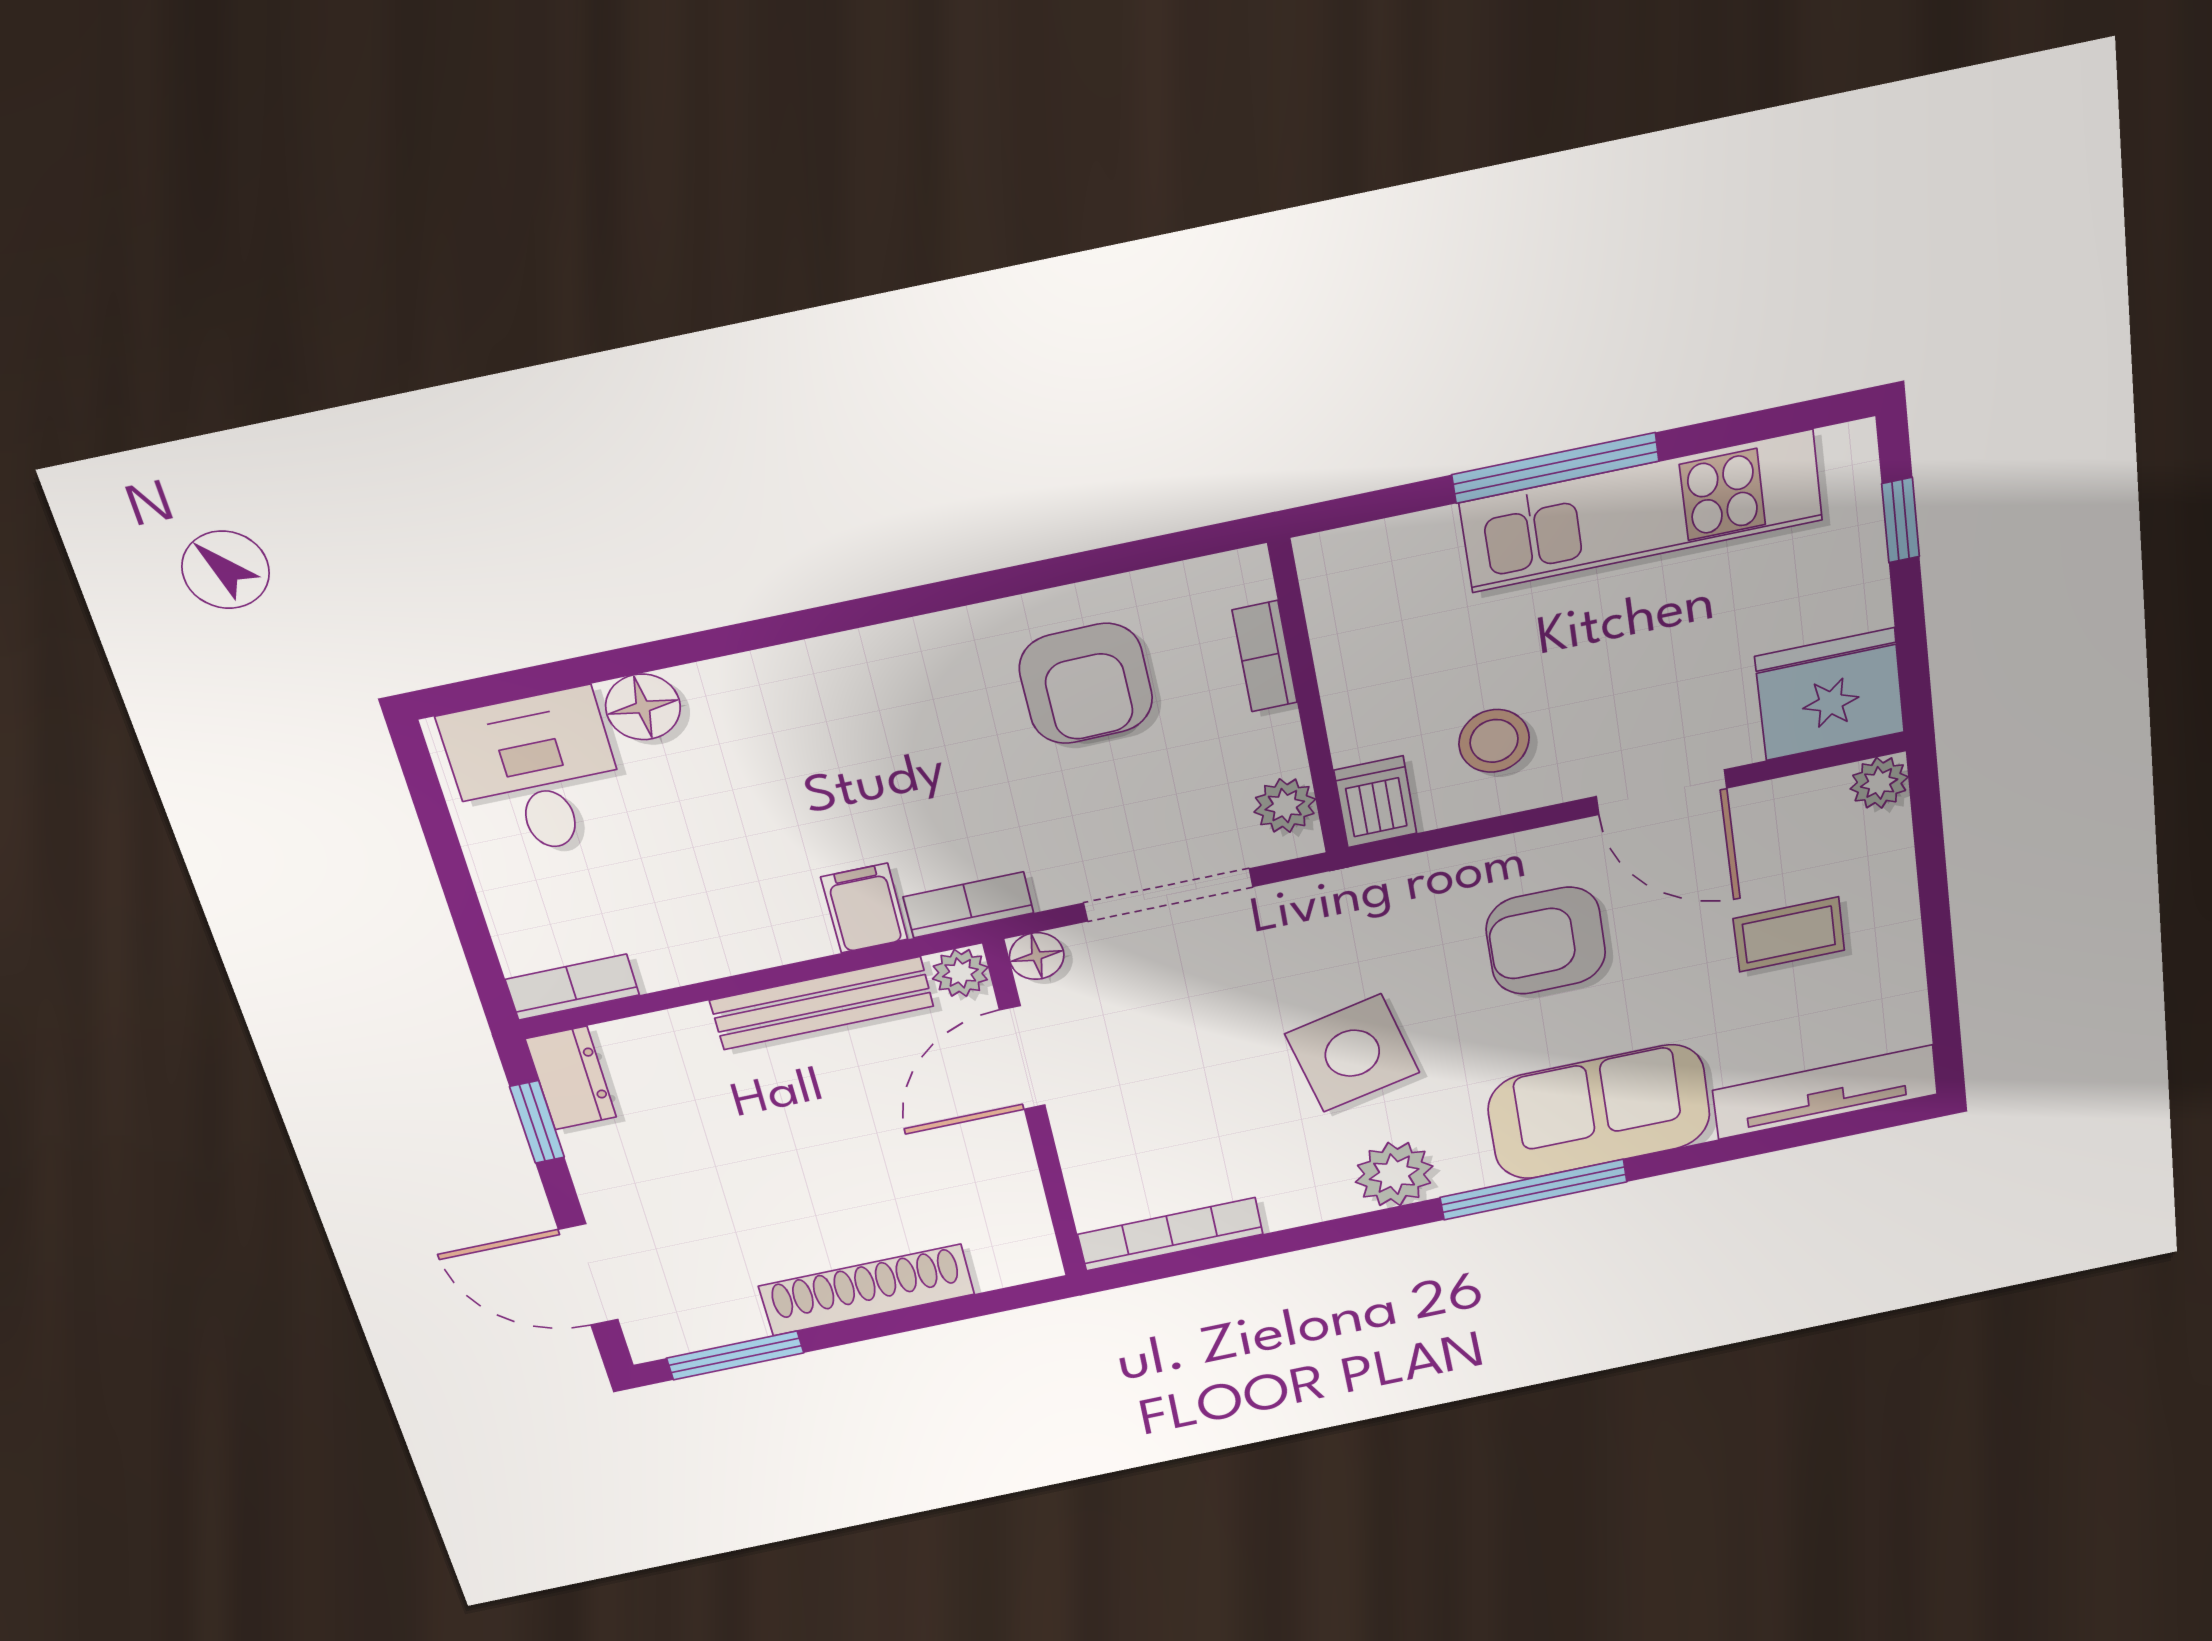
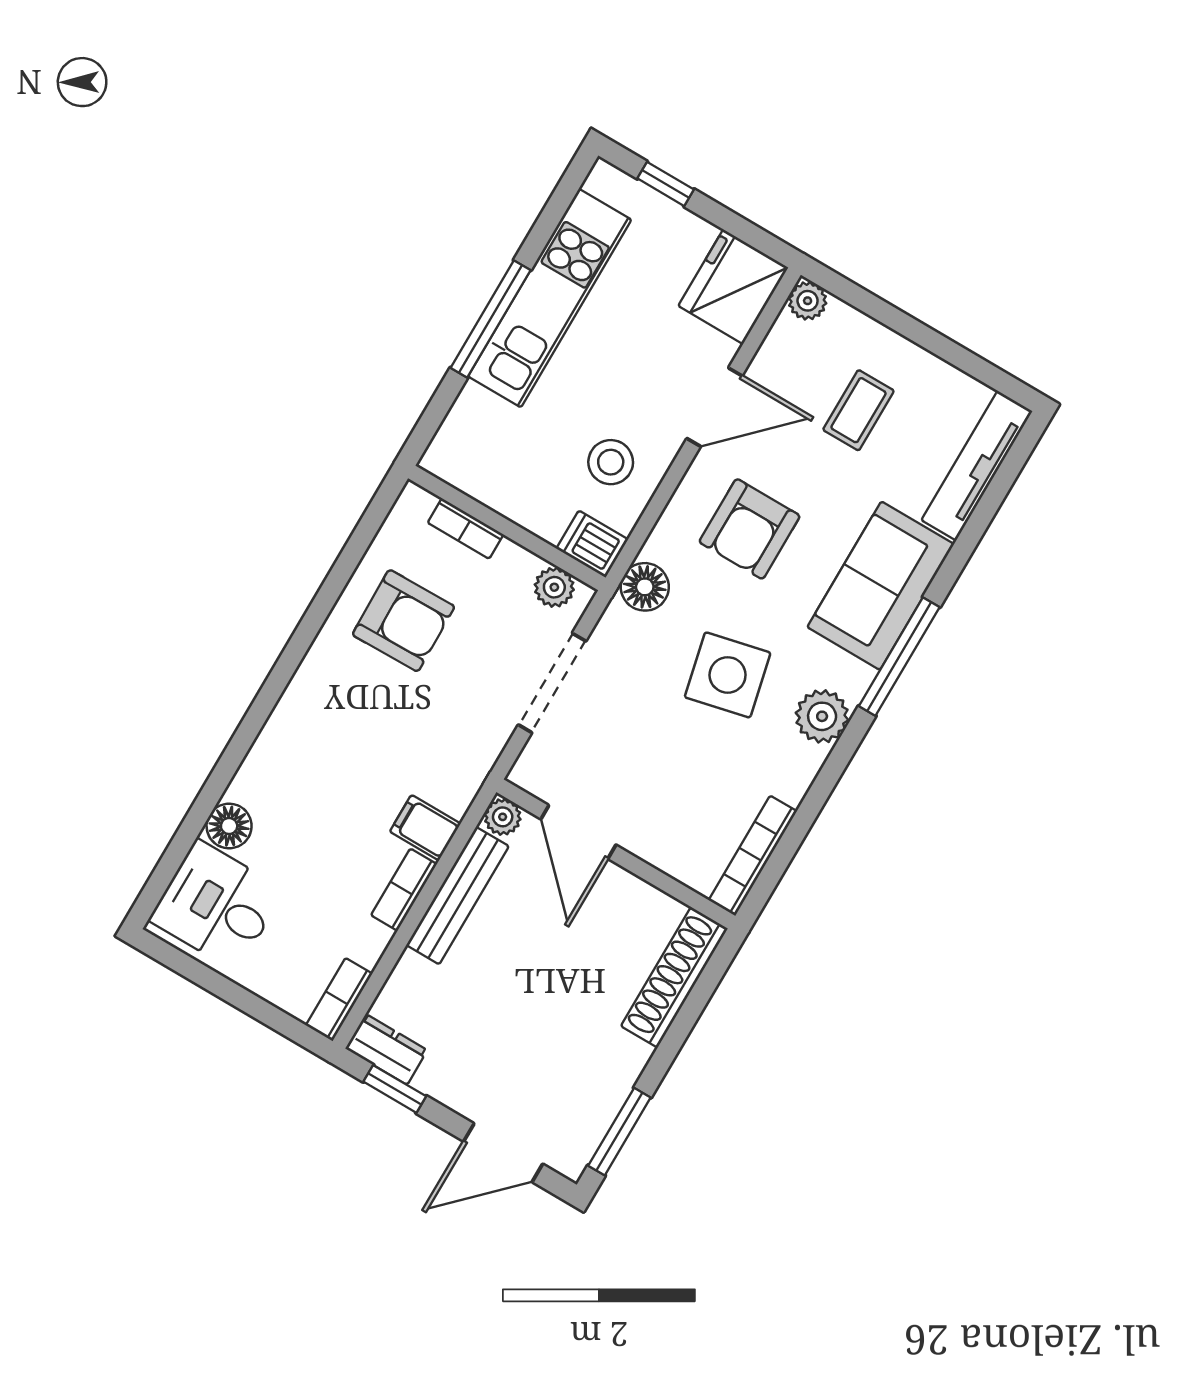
bookcase: (968, 905) -> (404, 890), moved
floor lamp: (1037, 956) -> (645, 587), moved, width x1.37, depth x1.37
shoe rack: (867, 1290) -> (674, 977), moved

